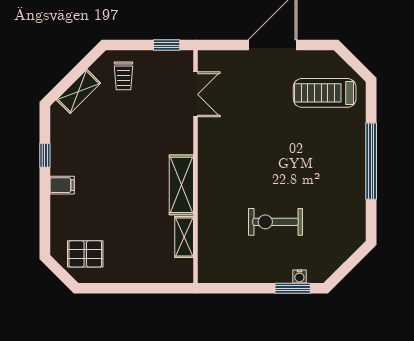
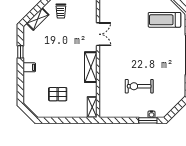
double door: (196, 94) -> (98, 34), moved
shelving: (184, 237) -> (92, 107), moved
pallet: (85, 254) -> (58, 94), moved

